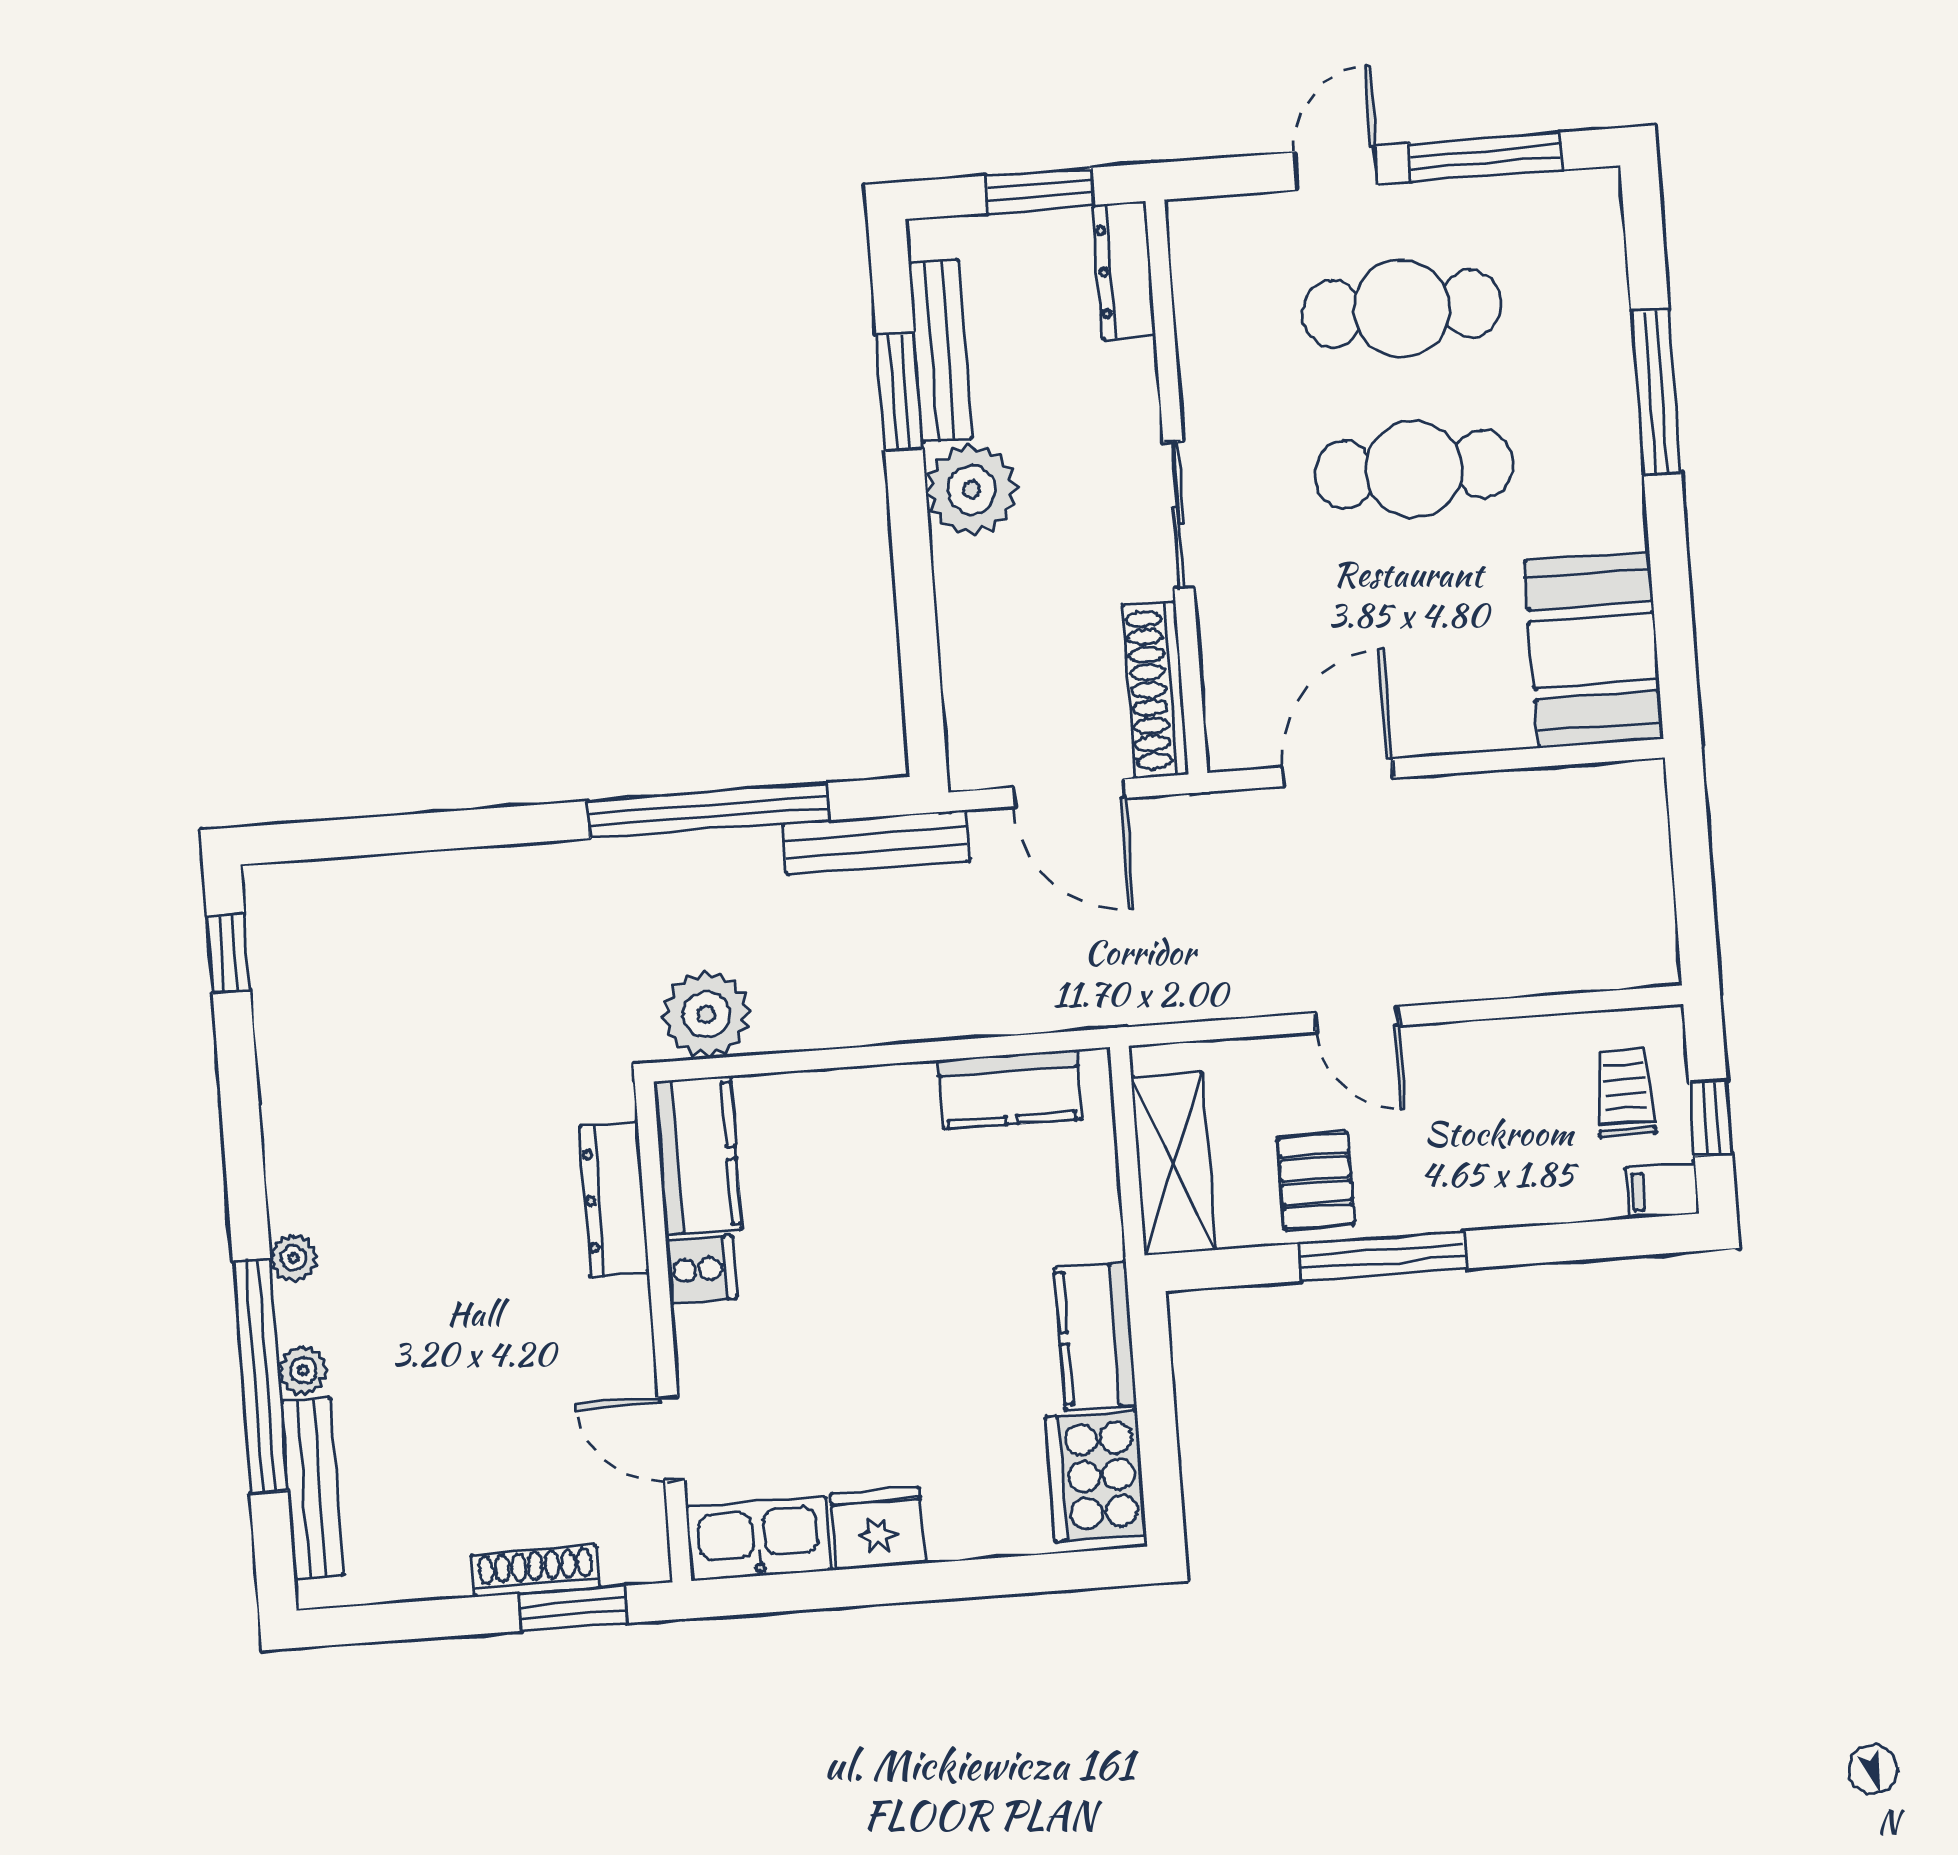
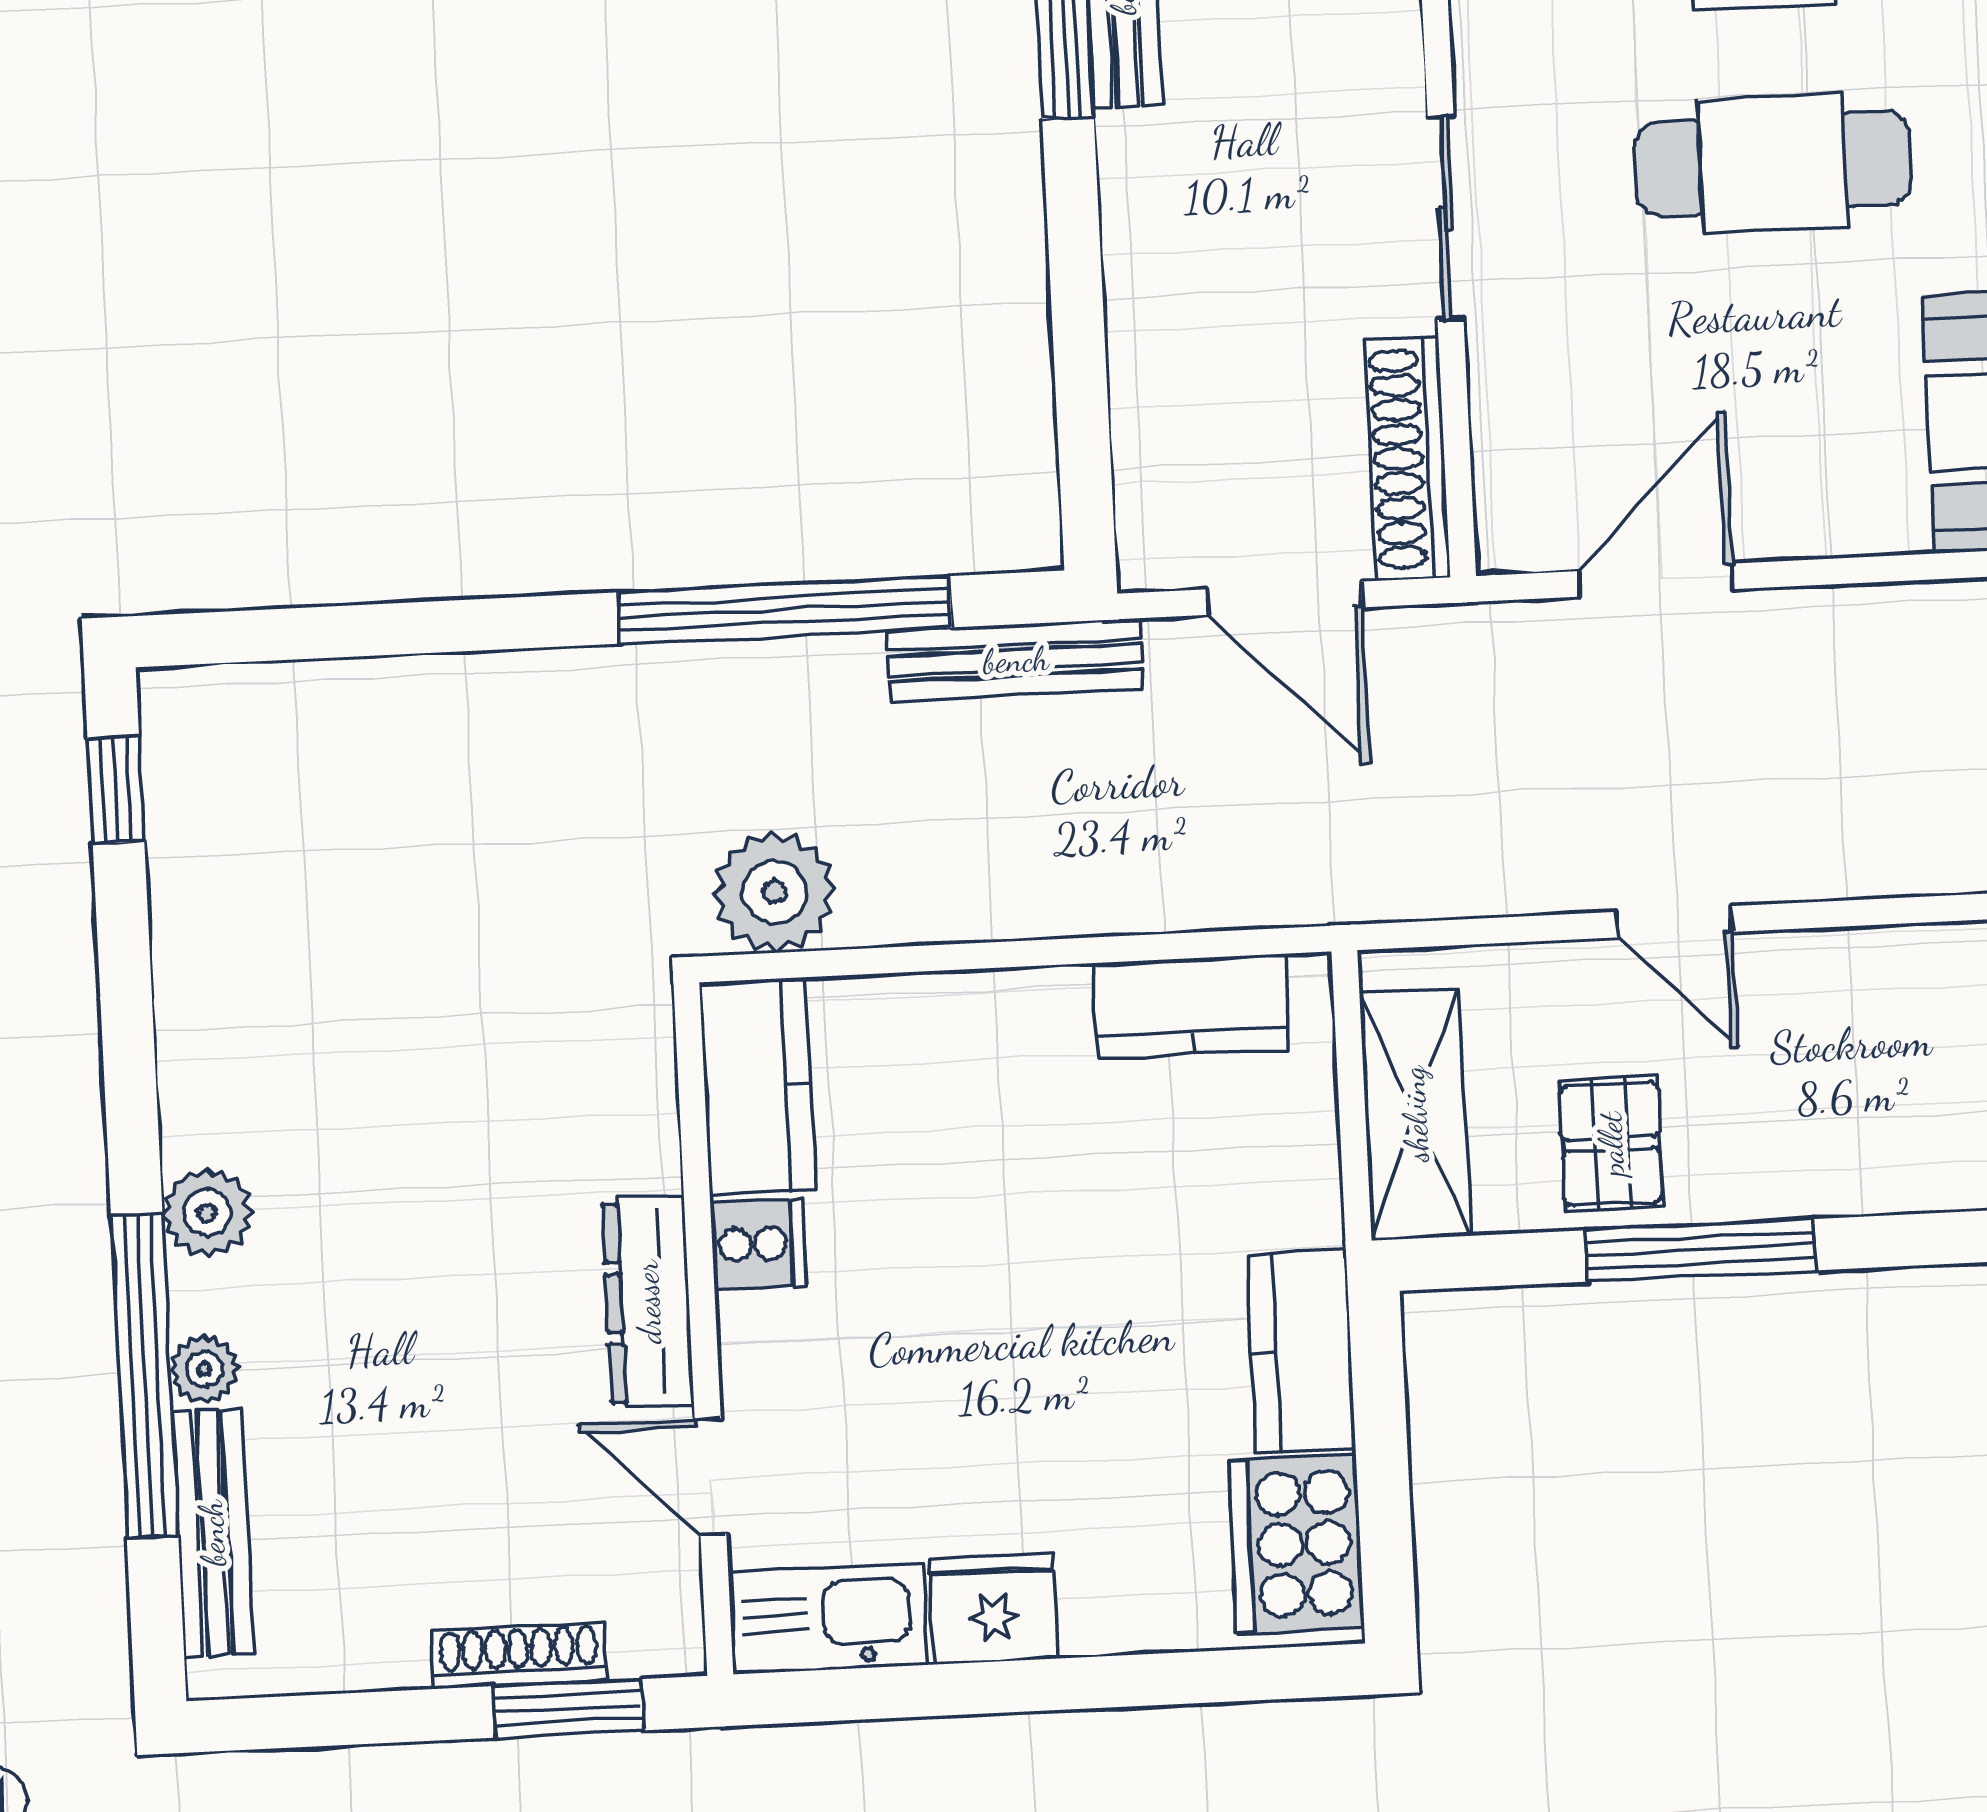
plant: (972, 490) -> (1160, 176), removed
dresser: (614, 1199) -> (648, 1302), moved
plant: (294, 1258) -> (207, 1213), width x1.38, depth x1.38

